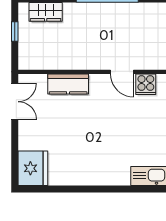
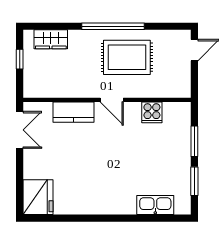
rug: (121, 30) -> (127, 57), added
door: (122, 72) -> (112, 100), moved

